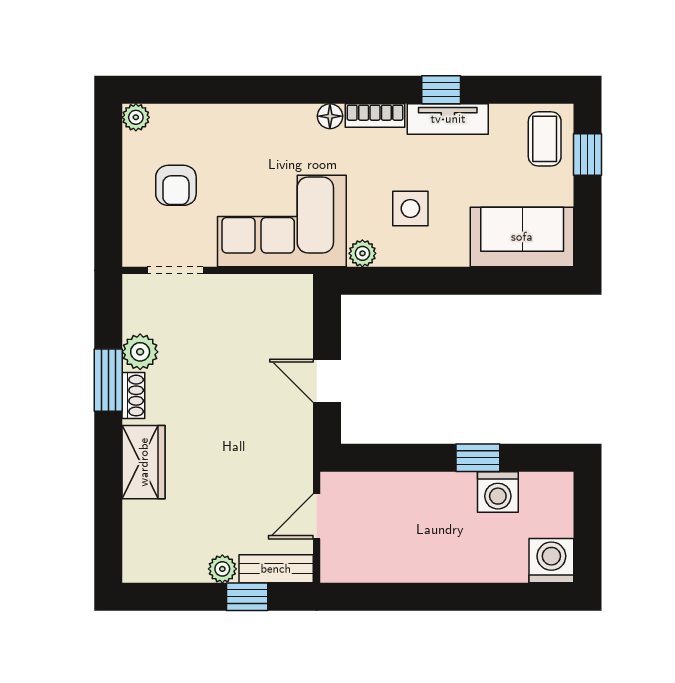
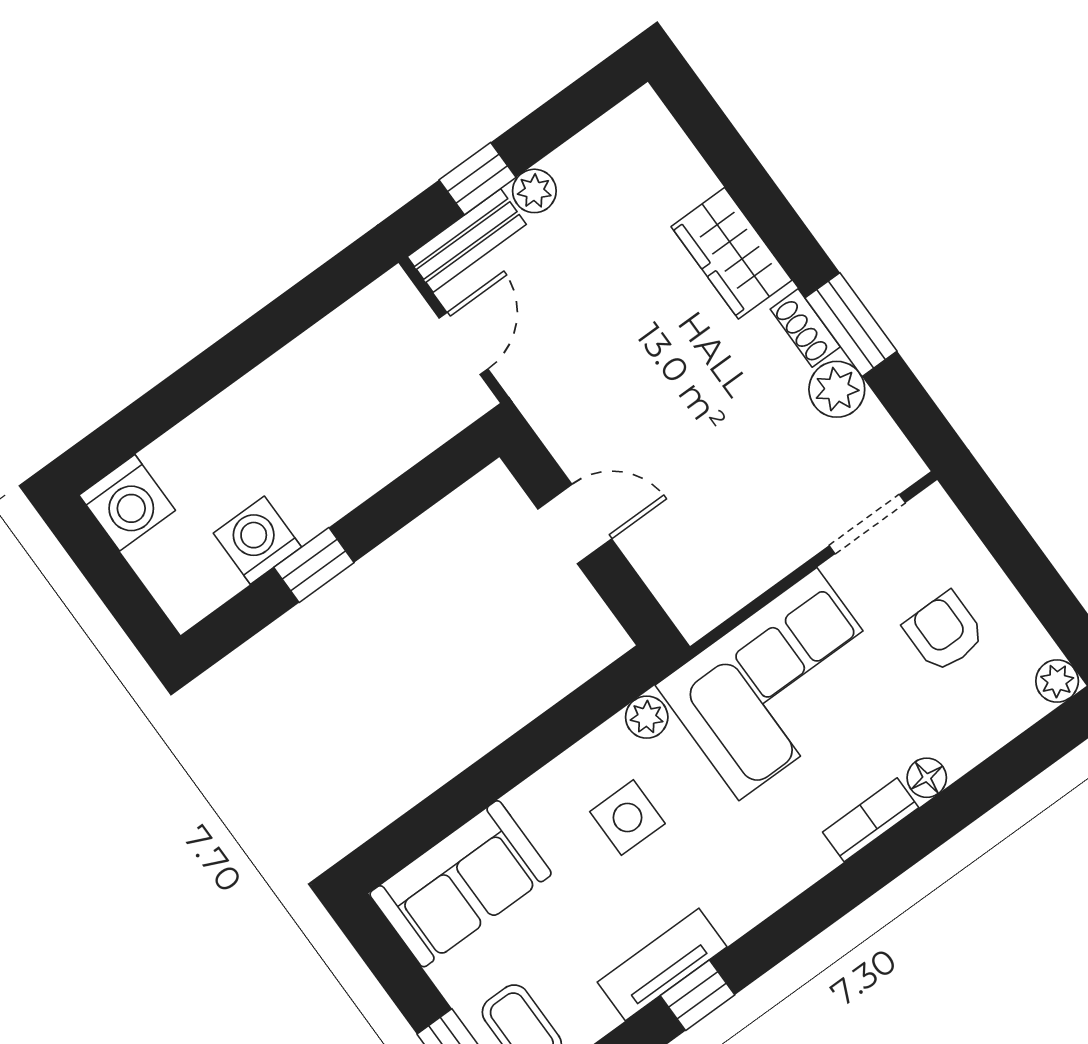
floor lamp: (330, 116) -> (927, 778), moved
bookcase: (375, 116) -> (871, 820), moved

